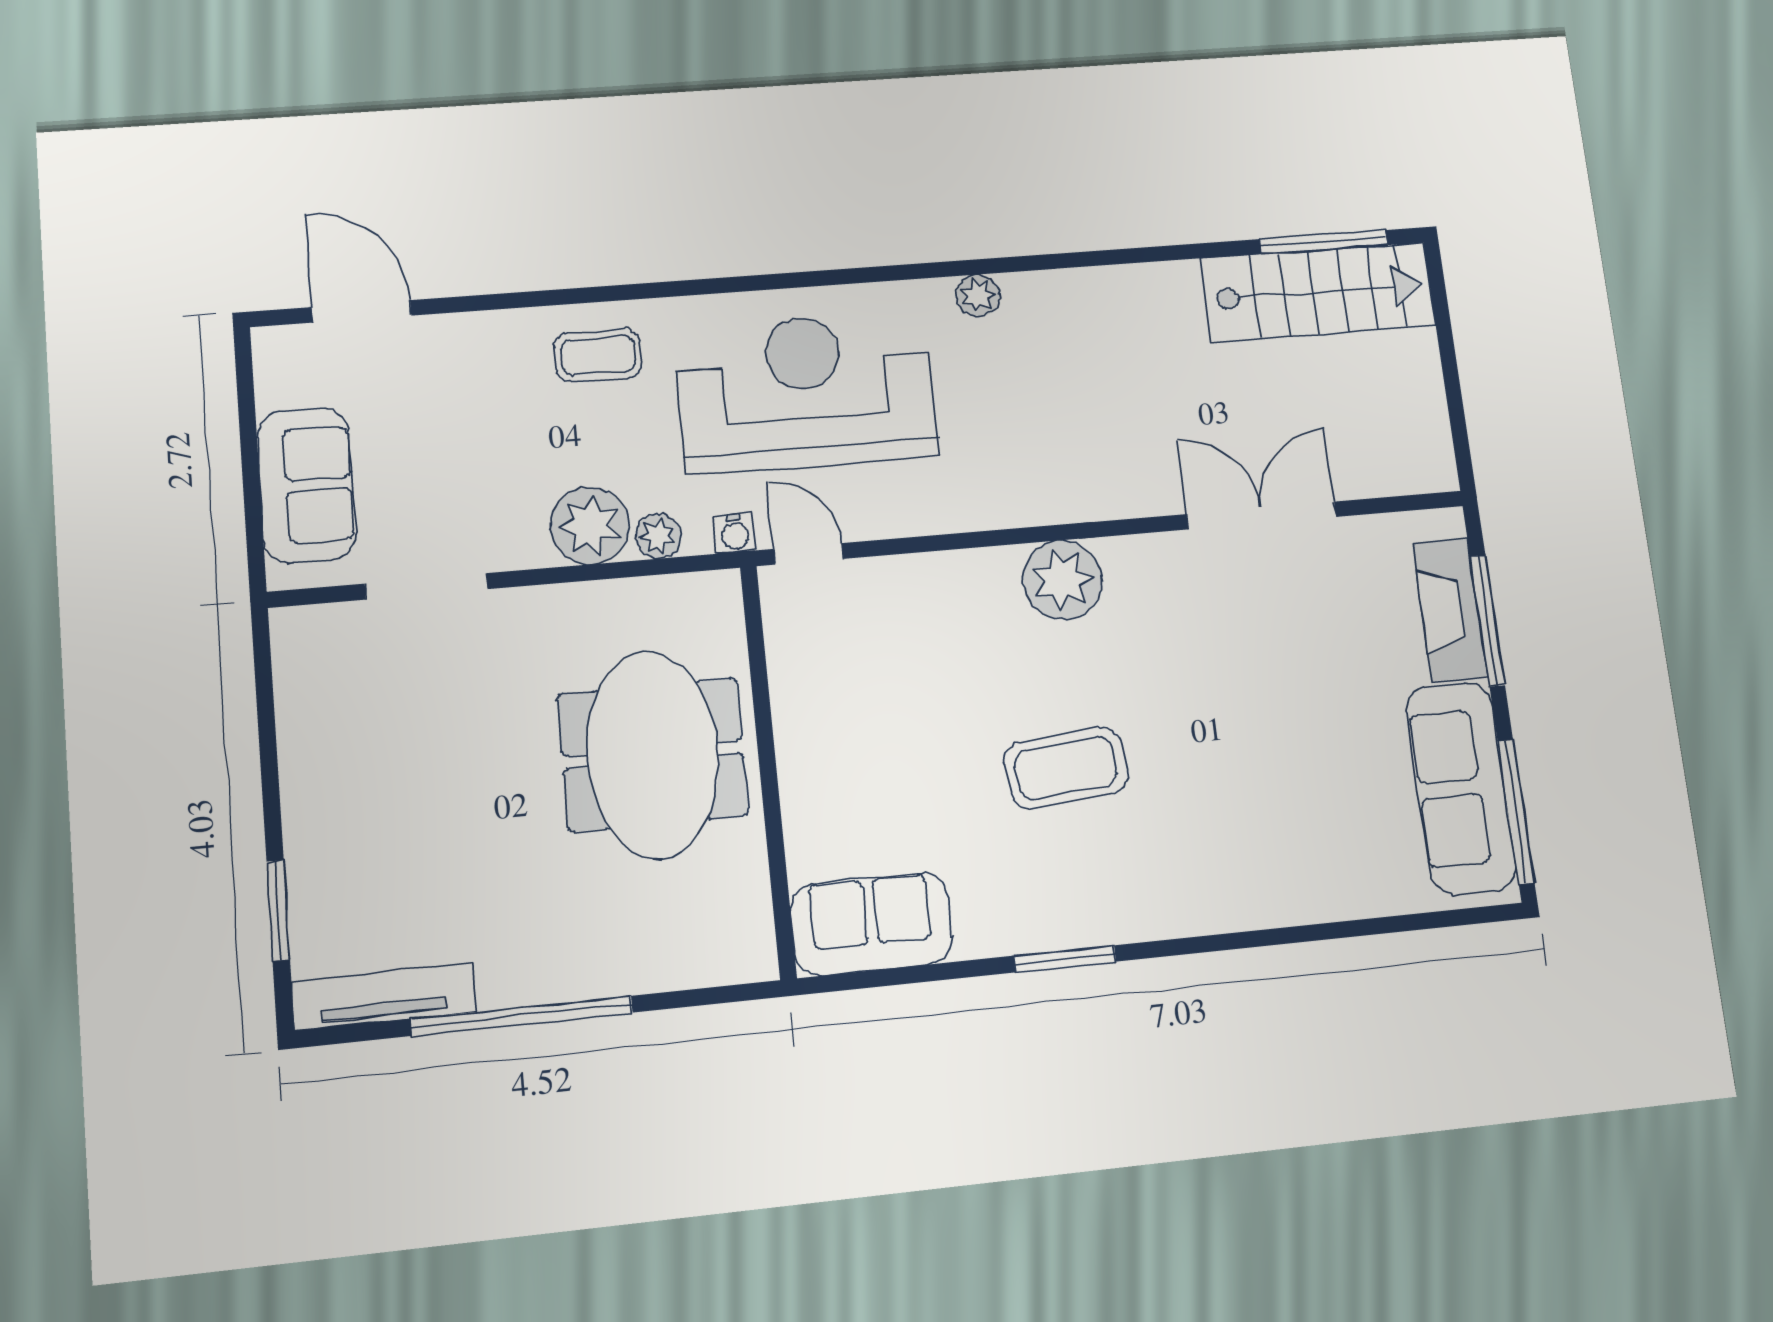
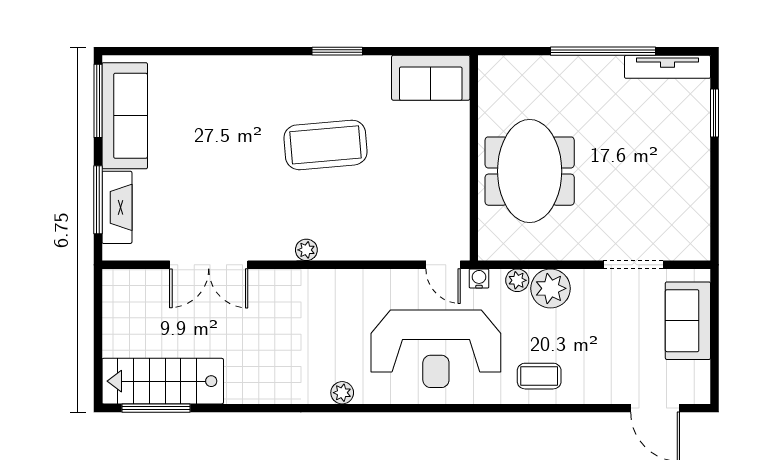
plant: (1063, 580) -> (306, 250), width x0.53, depth x0.53
coffee table: (1066, 768) -> (325, 145), width x1.36, depth x1.32

